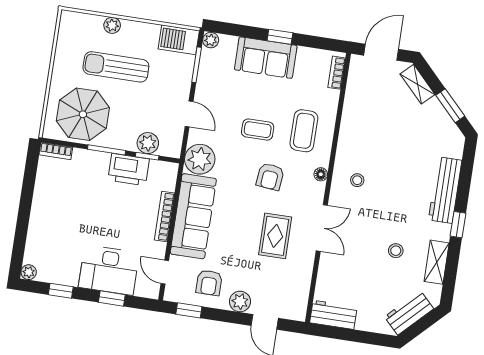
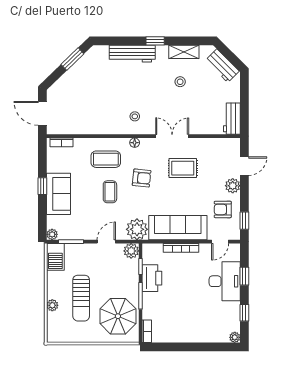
shelving: (418, 84) -> (61, 84), removed
plant: (148, 143) -> (131, 251), moved
armchair: (209, 283) -> (223, 209), turned 180

